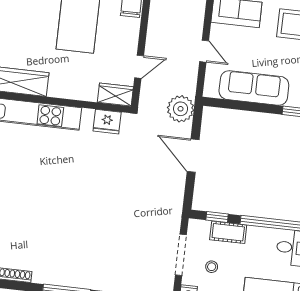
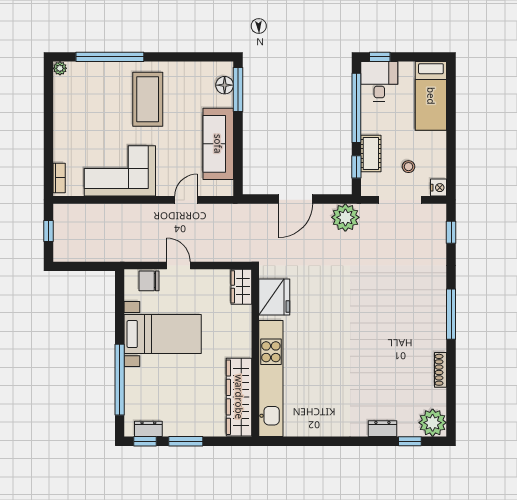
door: (139, 67) -> (178, 265), moved
plant: (181, 109) -> (345, 217), moved
fridge: (107, 122) -> (274, 297), width x1.36, depth x1.34

